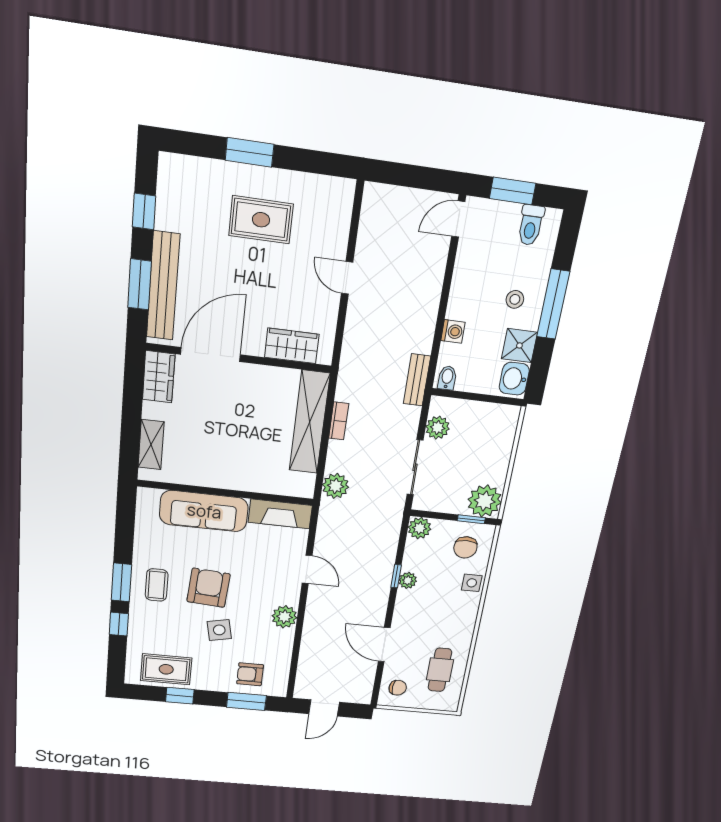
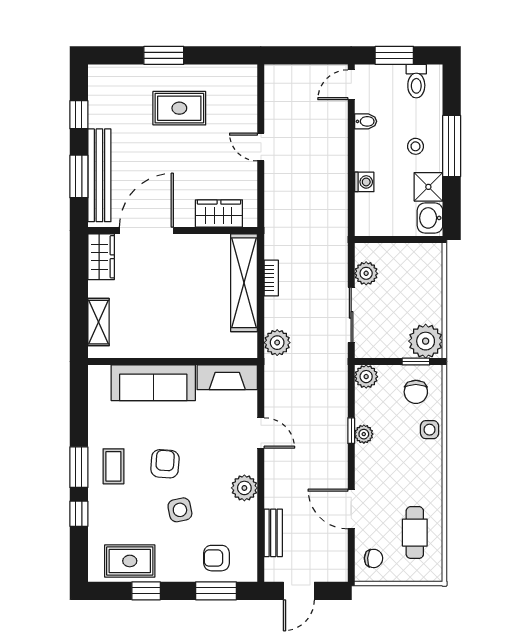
bidet: (447, 378) -> (366, 121), moved, turned 90
bench: (417, 380) -> (273, 533), moved
armchair: (208, 588) -> (165, 464), width x0.72, depth x0.72

